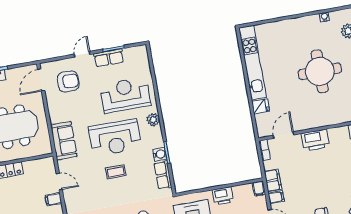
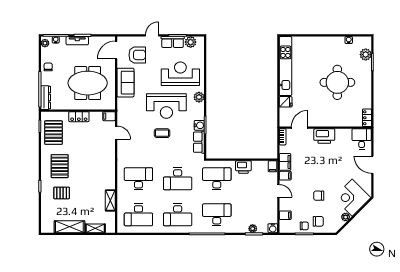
plant: (131, 54) -> (191, 42), added
sofa: (64, 141) -> (125, 83), moved
filing cabinet: (53, 199) -> (109, 116), moved

